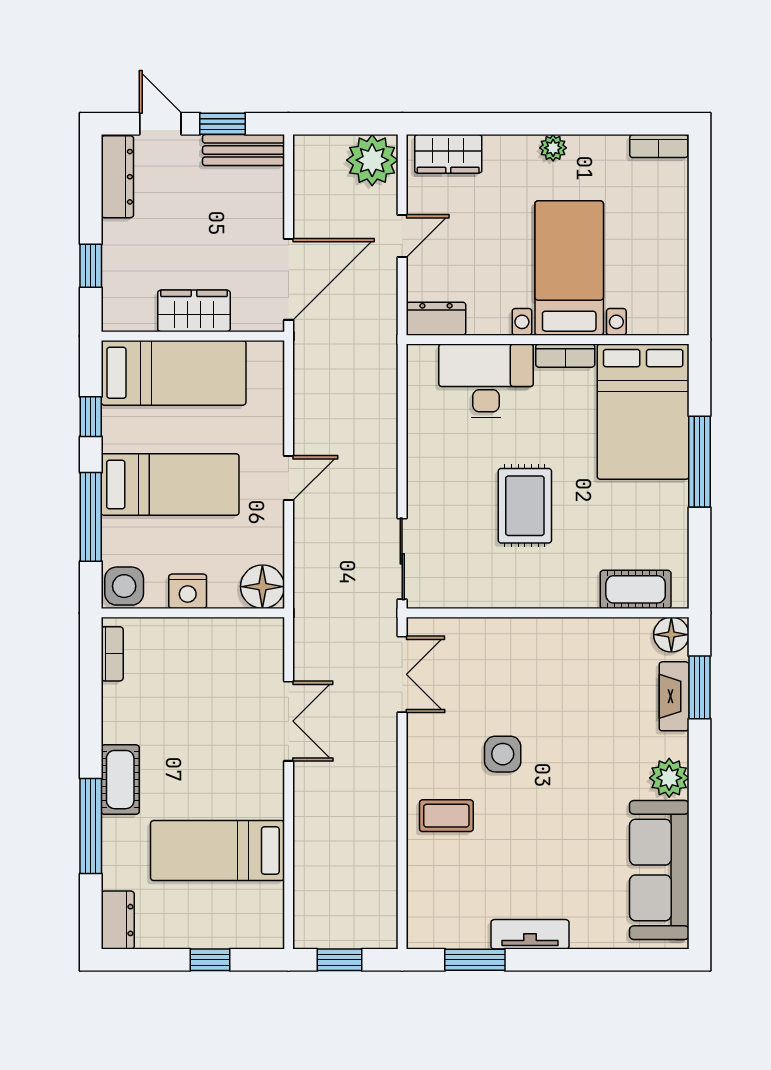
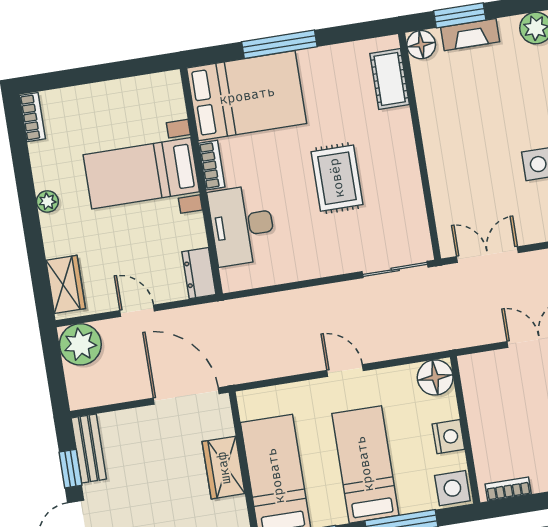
rug: (525, 506) -> (337, 178), turned 90

